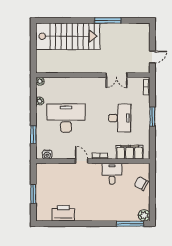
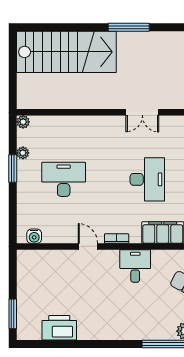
desk: (66, 118) -> (64, 179), width x0.73, depth x0.77
window: (33, 135) -> (13, 168), moved
window: (33, 194) -> (13, 314), moved

